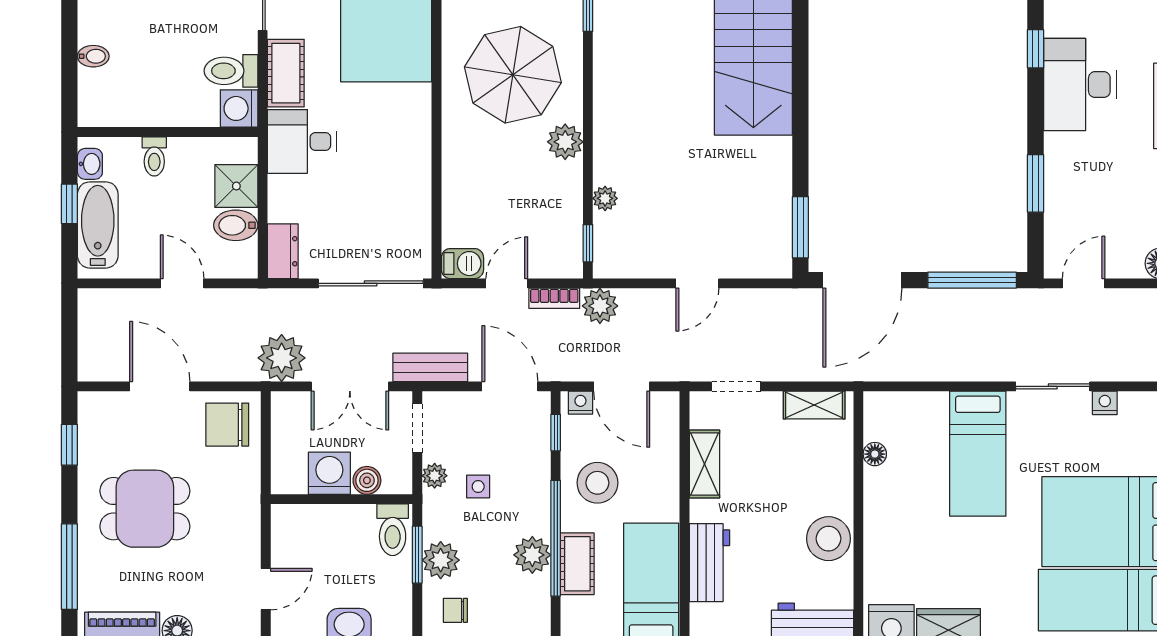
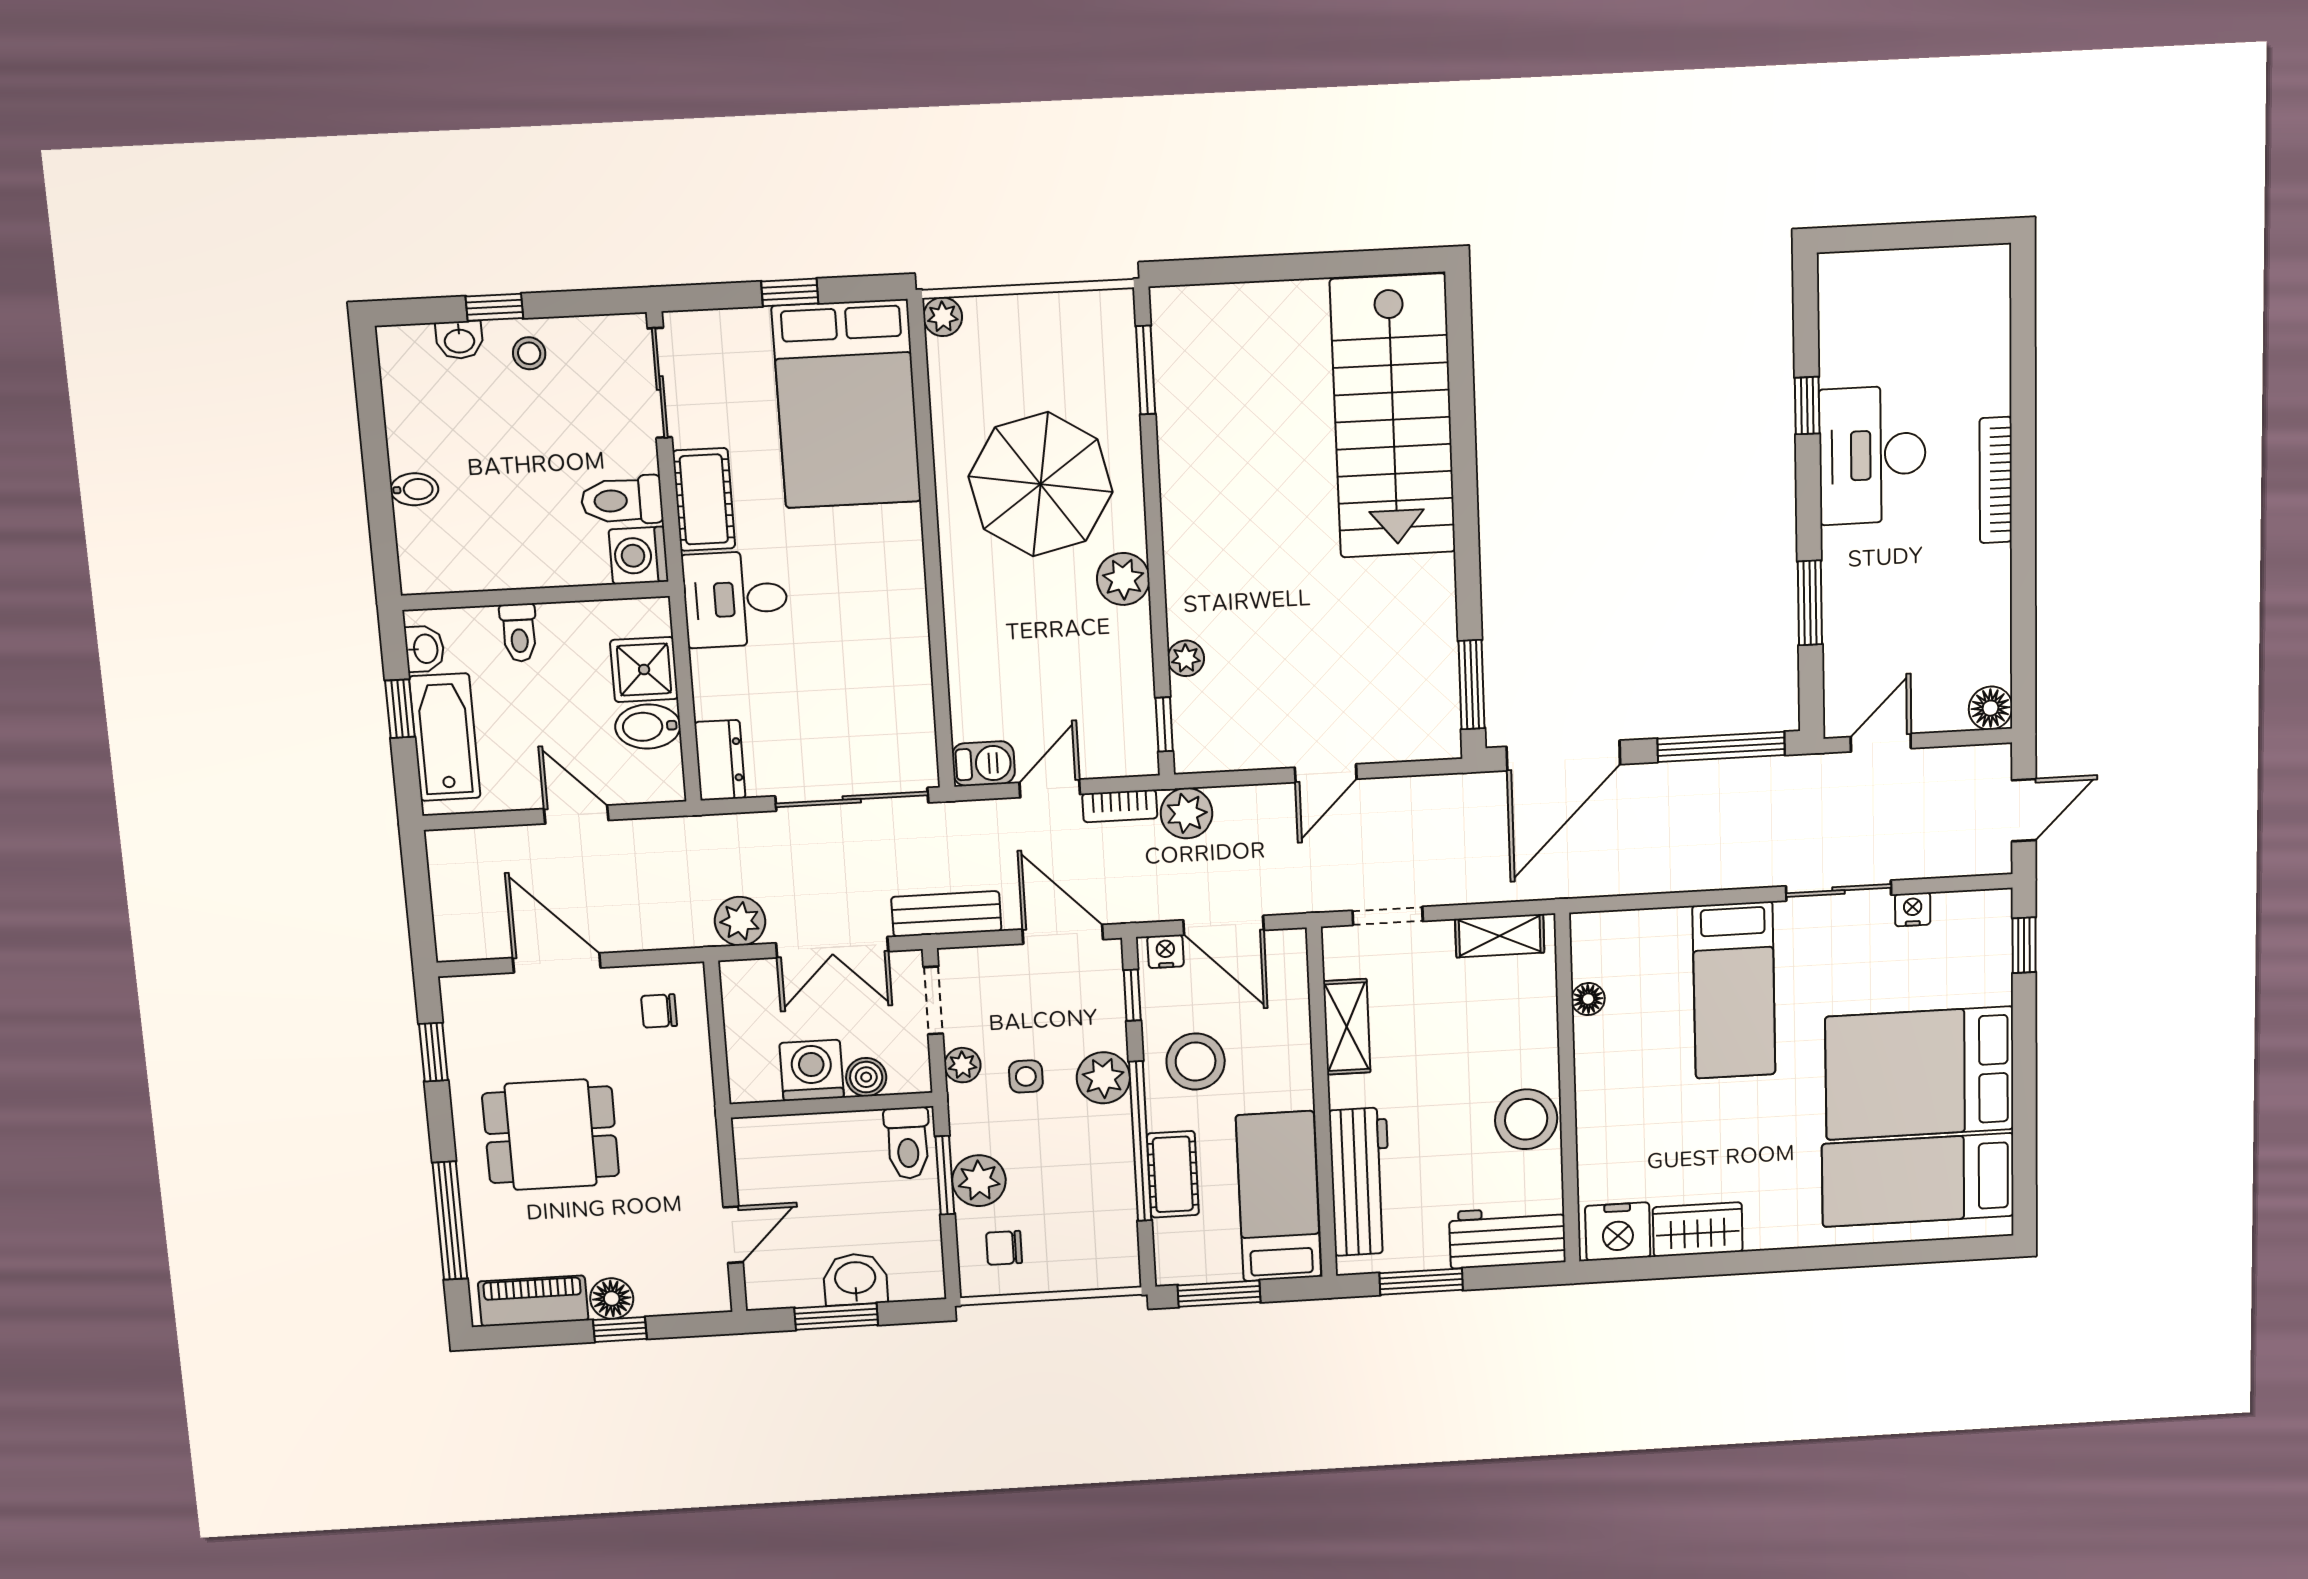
plant: (282, 358) -> (740, 921), width x0.73, depth x0.73
chair: (227, 425) -> (659, 1011), width x0.54, depth x0.54
plant: (532, 555) -> (1103, 1078), moved
workbench: (709, 563) -> (1360, 1182), width x1.38

